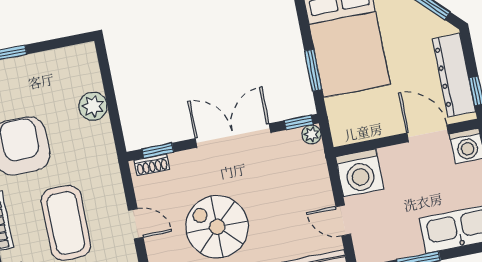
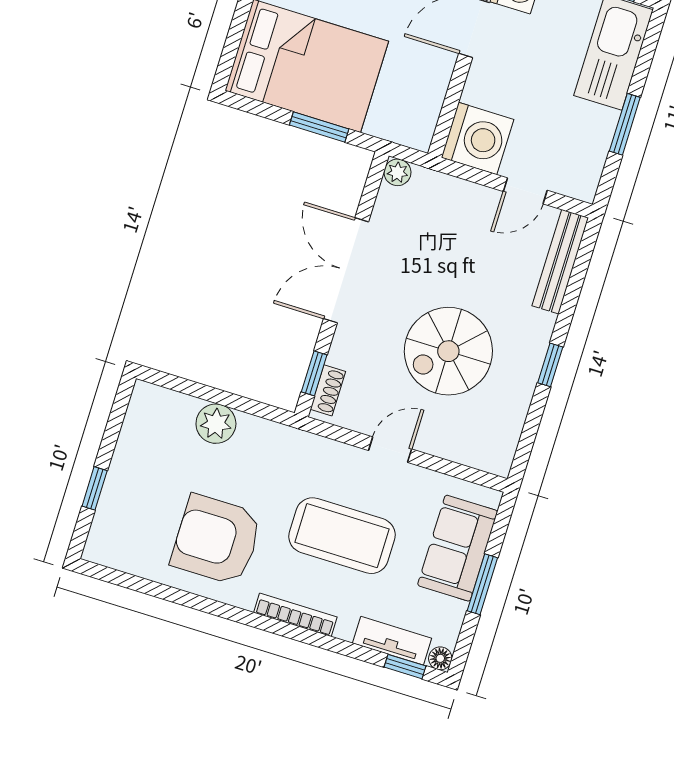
window: (299, 122) -> (374, 180), removed

